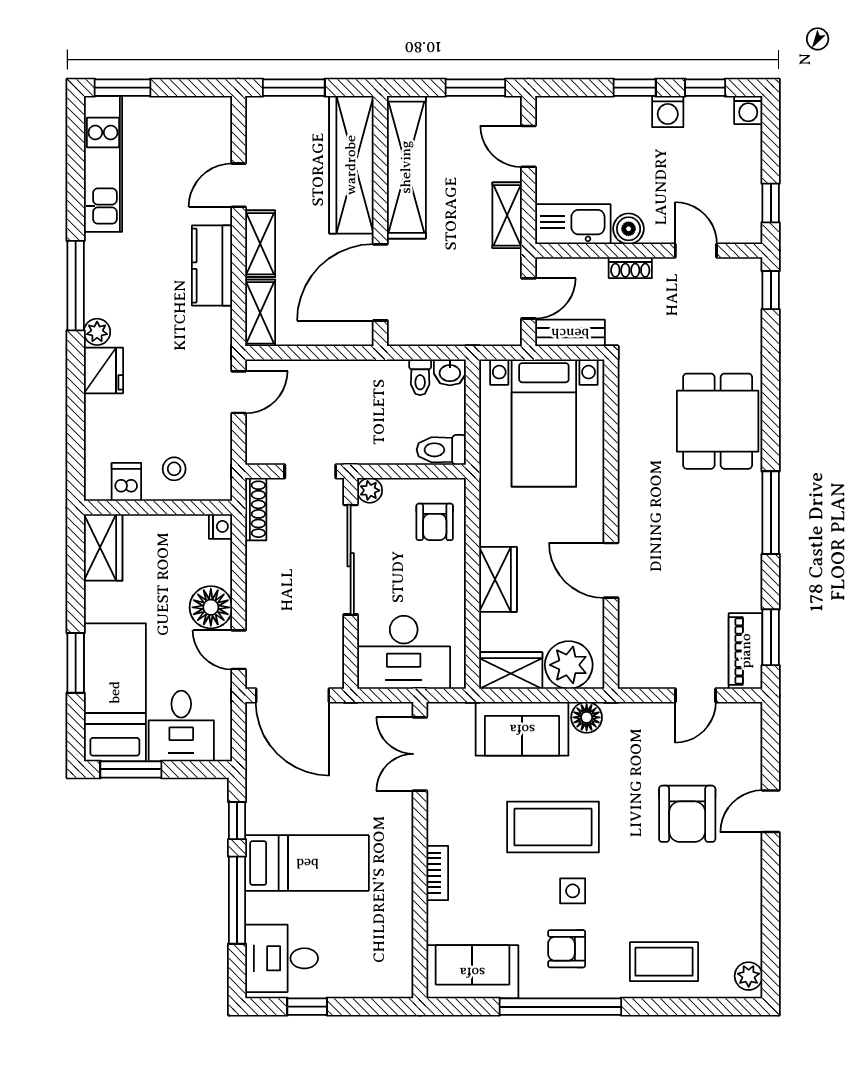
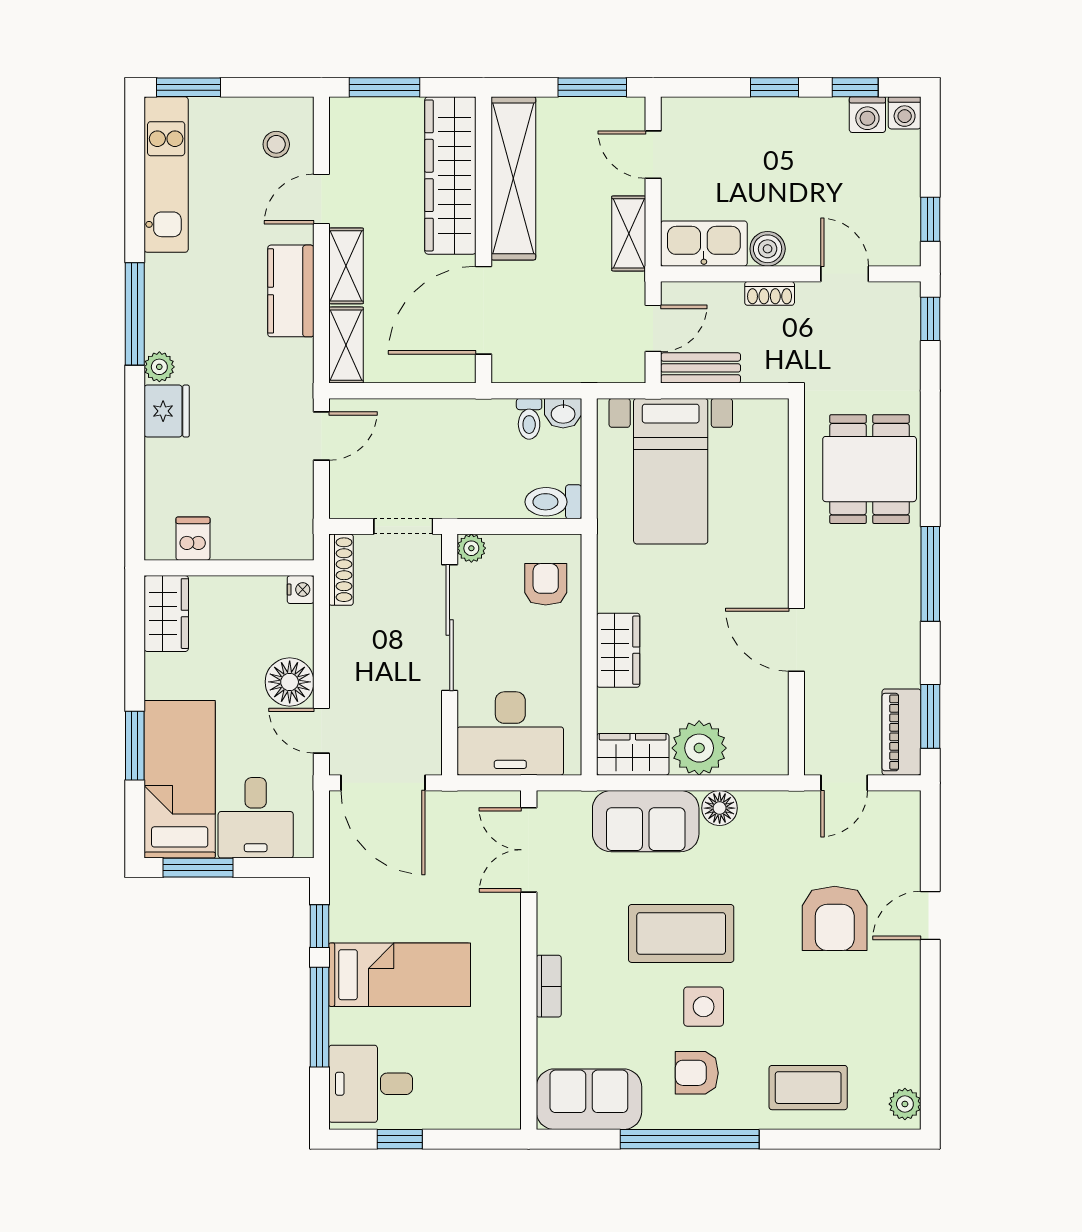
washing machine: (668, 112) -> (867, 115), moved
stool: (174, 469) -> (276, 144), moved
armchair: (435, 522) -> (546, 584), turned 180
wall: (611, 524) -> (796, 587), moved
door: (611, 570) -> (796, 640), moved
side table: (573, 891) -> (704, 1007), width x1.37, depth x1.37

